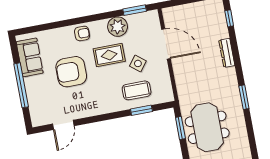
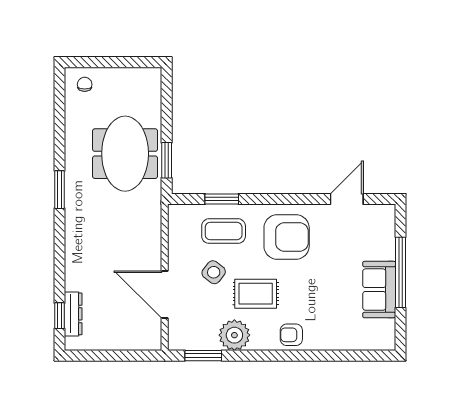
dresser: (227, 53) -> (73, 314), moved
sofa: (30, 57) -> (379, 290), moved
armchair: (71, 72) -> (287, 237), moved

